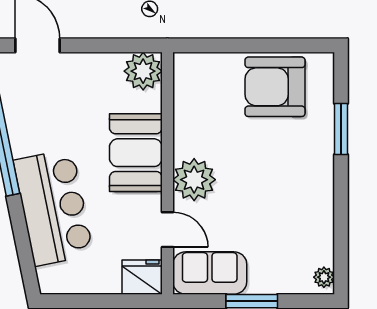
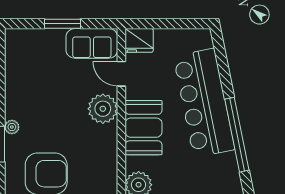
bar counter: (53, 207) -> (204, 103), width x1.36
plant: (324, 277) -> (12, 127), moved

